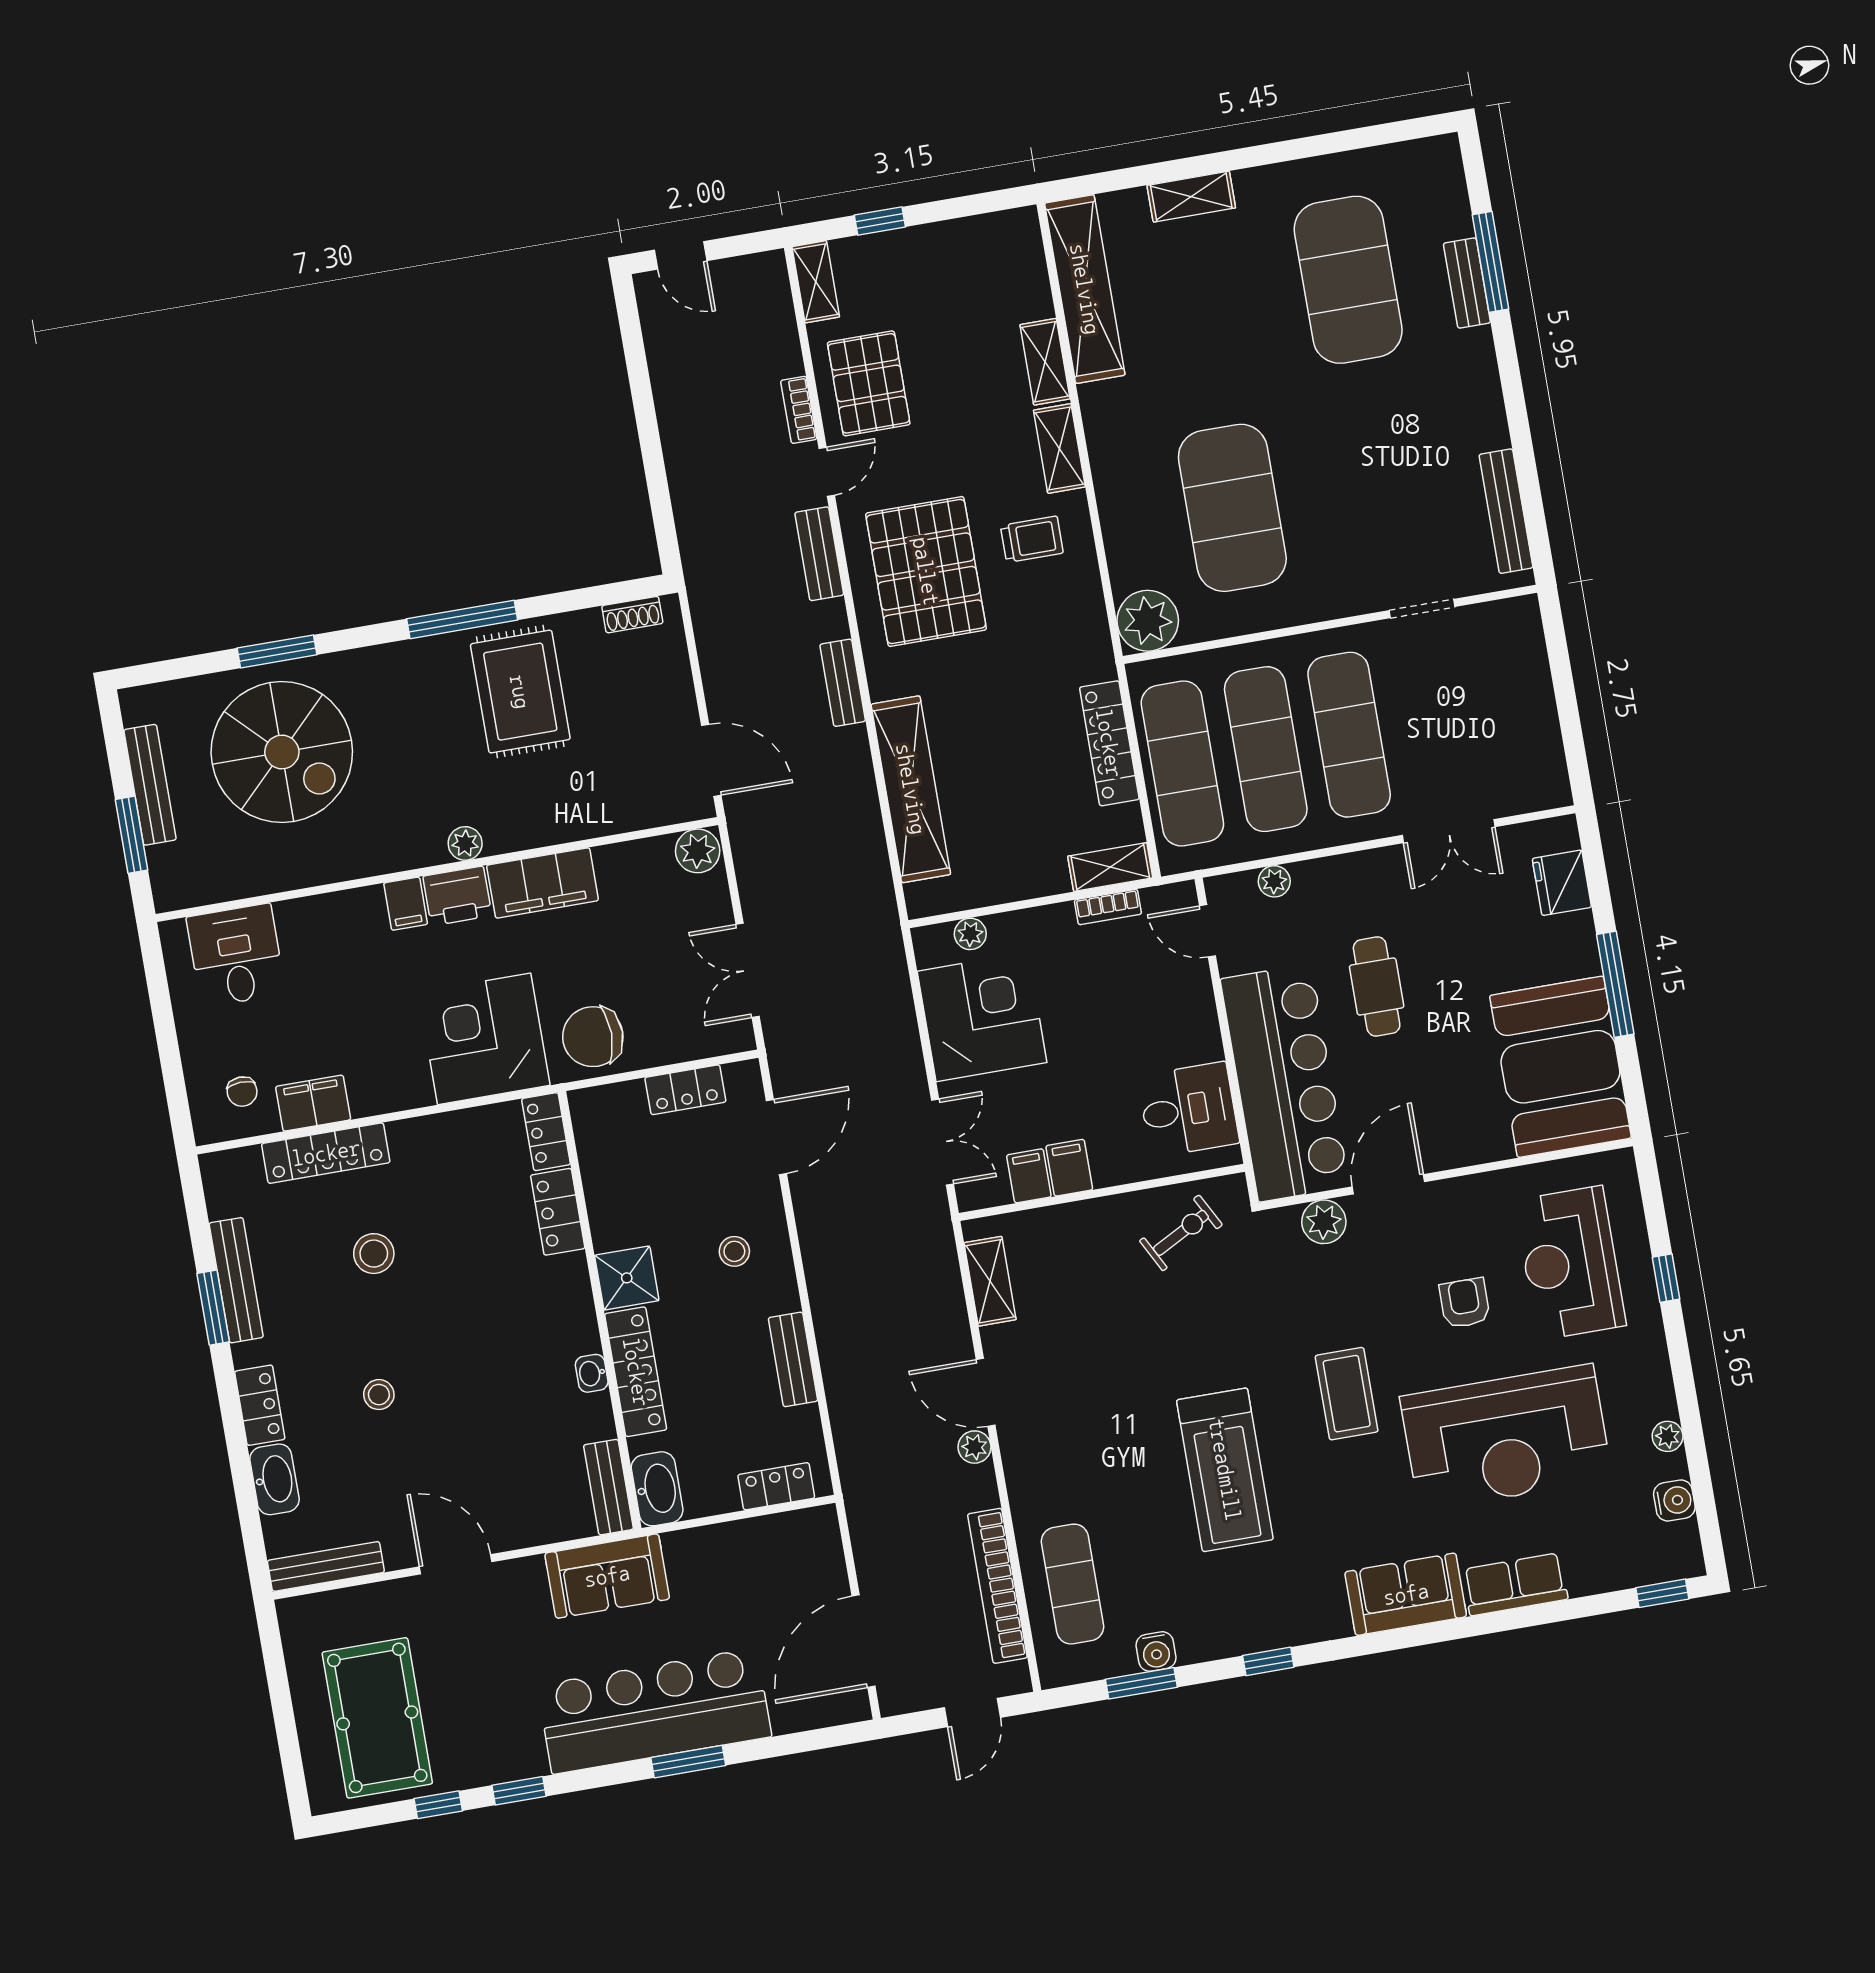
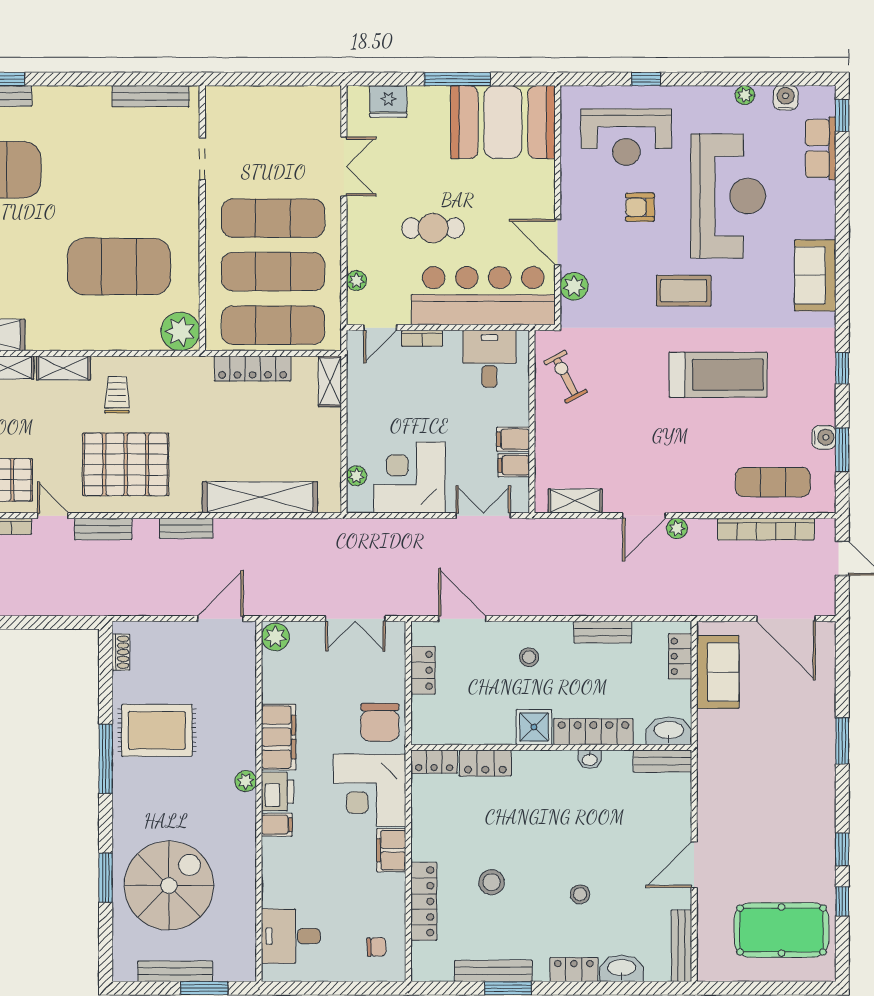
bookcase: (1108, 907) -> (422, 338), moved, turned 90
filing cabinet: (313, 1103) -> (391, 850), moved
sofa: (607, 1576) -> (718, 672), moved
row of seats: (1515, 1584) -> (821, 148), moved
bar counter: (654, 1711) -> (807, 757), removed

